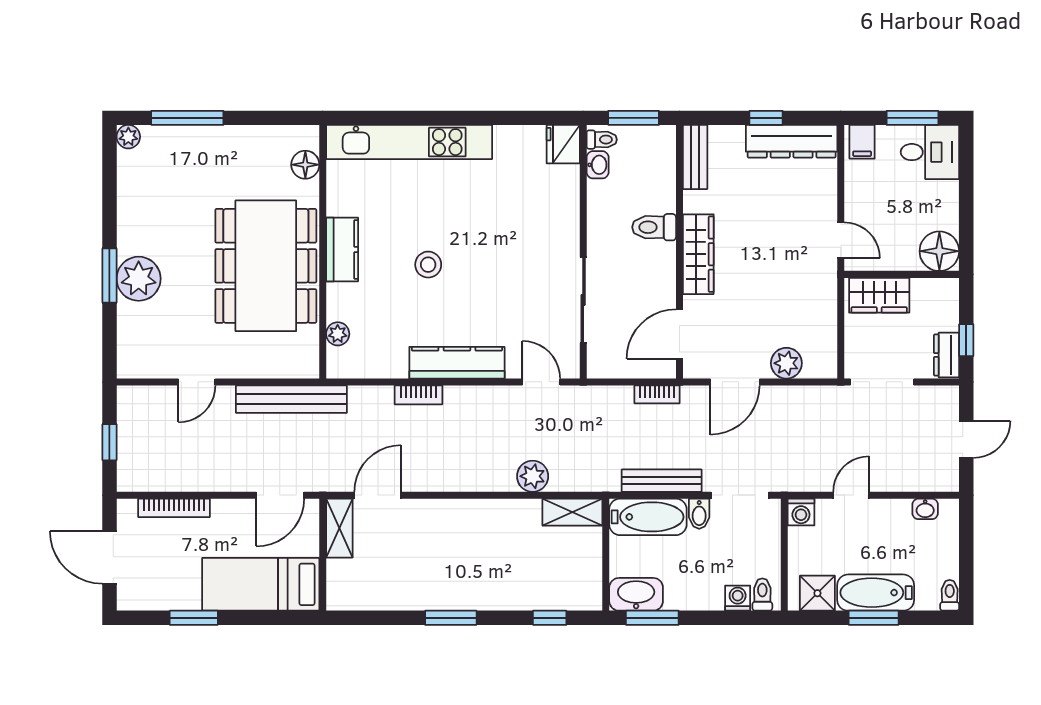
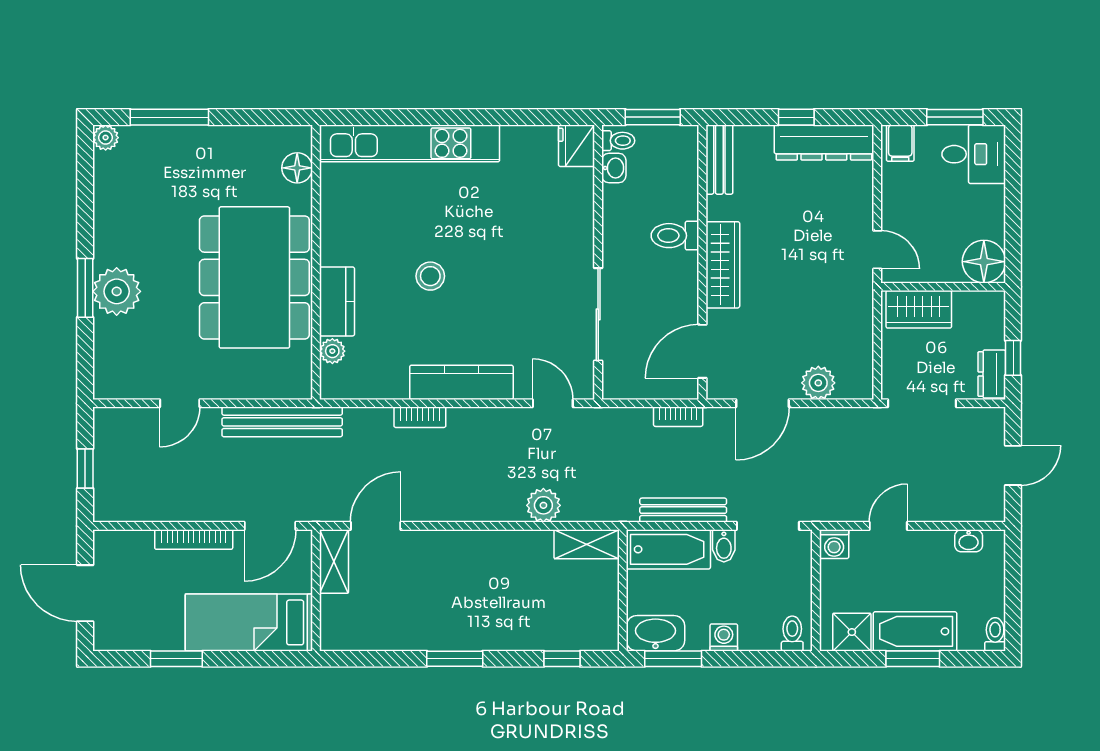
kitchen counter: (342, 249) -> (337, 301), moved
bookcase: (174, 508) -> (194, 540), moved
washing machine: (738, 598) -> (724, 637), moved

